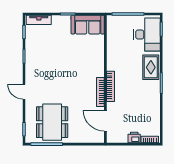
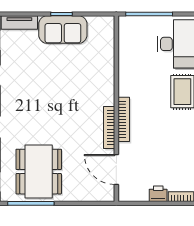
sofa: (88, 25) -> (63, 30), moved

